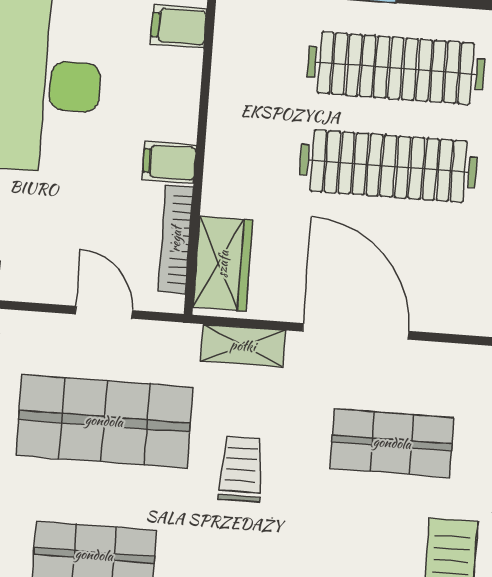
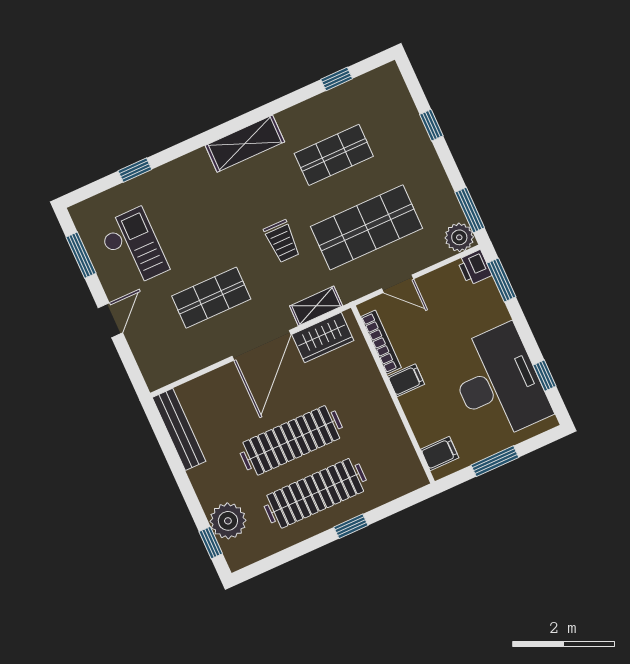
wardrobe: (223, 264) -> (323, 338), moved, turned -90
door: (356, 331) -> (261, 345), hinge flipped

